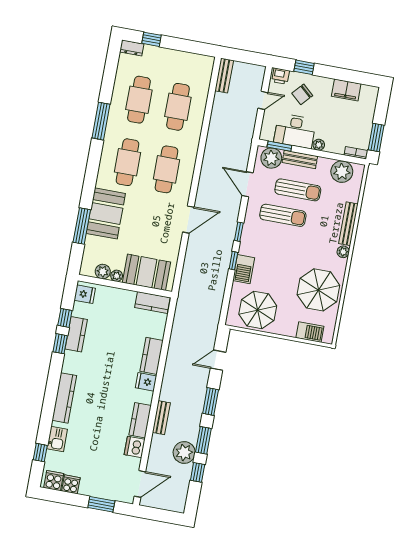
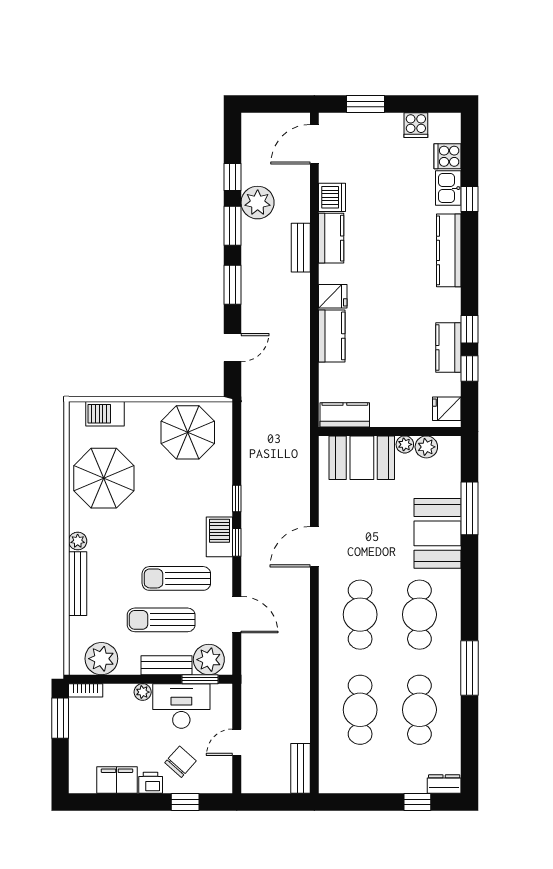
printer: (281, 76) -> (151, 783), moved
barbecue: (244, 269) -> (219, 537), moved
window: (40, 453) -> (469, 199), moved
cooker: (54, 481) -> (448, 156), moved, turned 90

